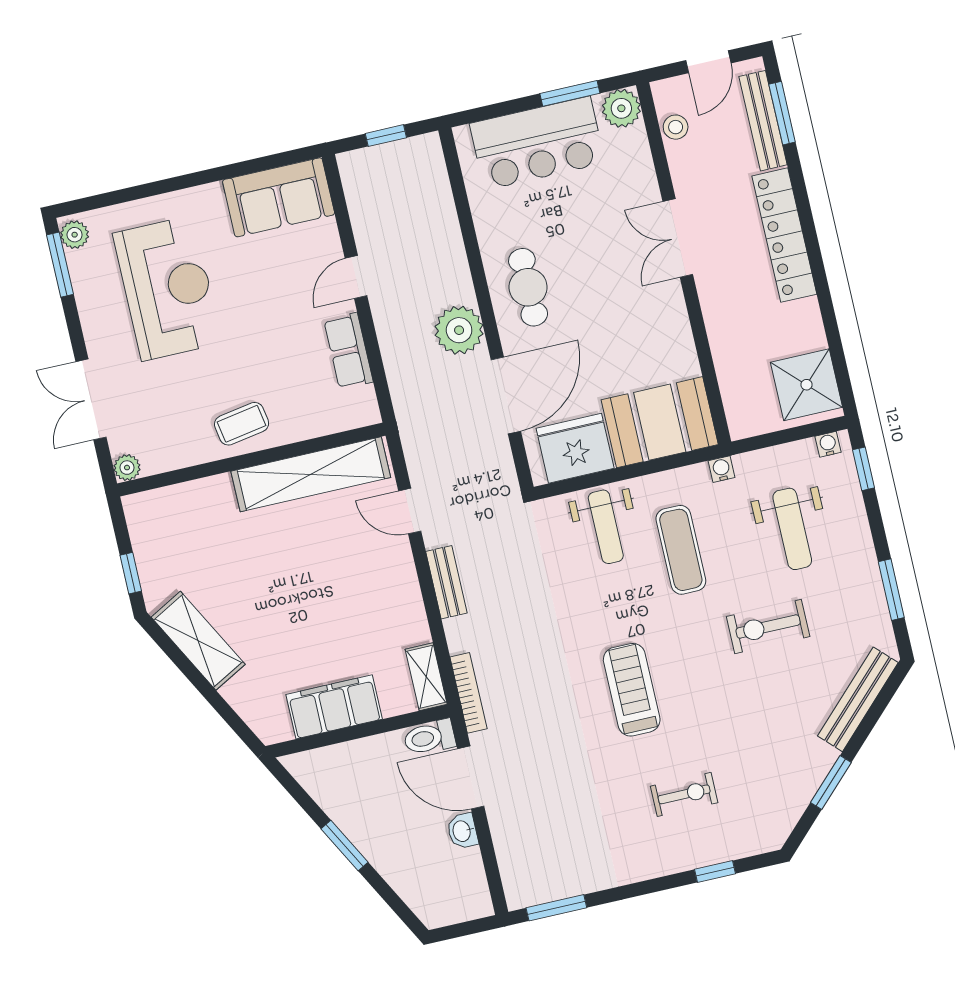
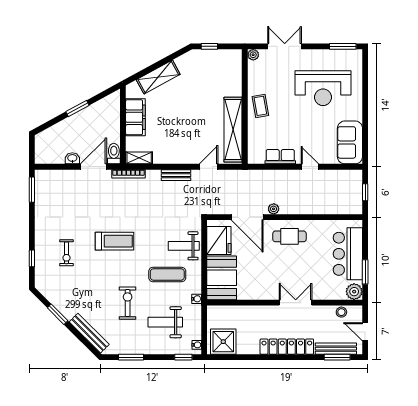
plant: (75, 235) -> (354, 55), removed
plant: (459, 330) -> (274, 209), width x0.53, depth x0.53
shelving: (198, 641) -> (158, 77), moved

